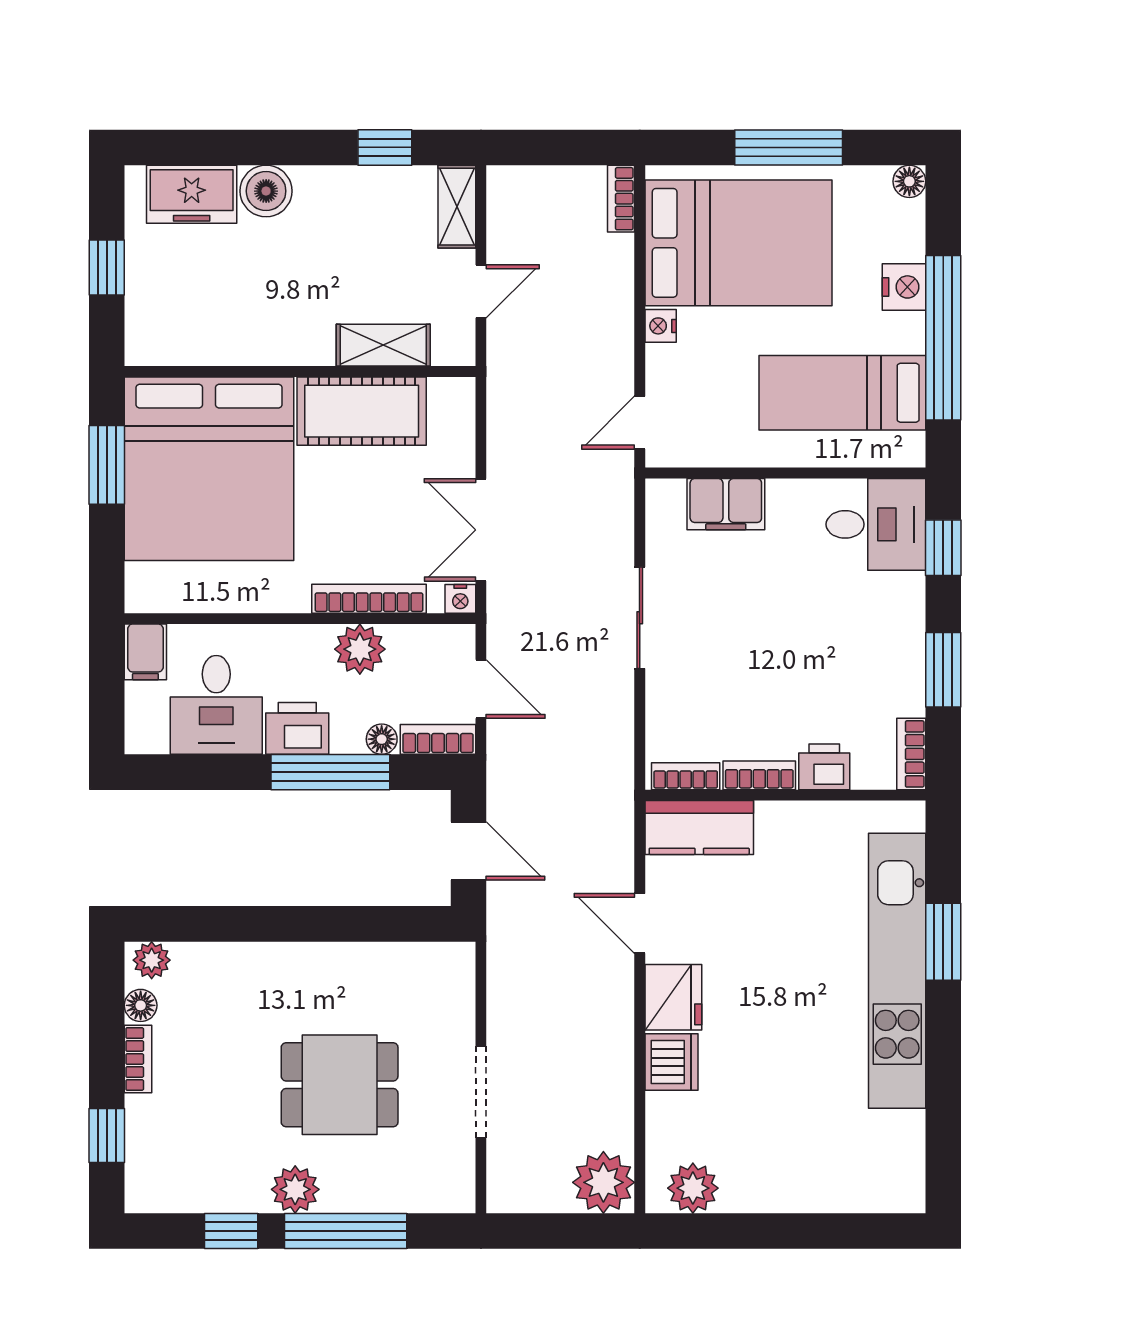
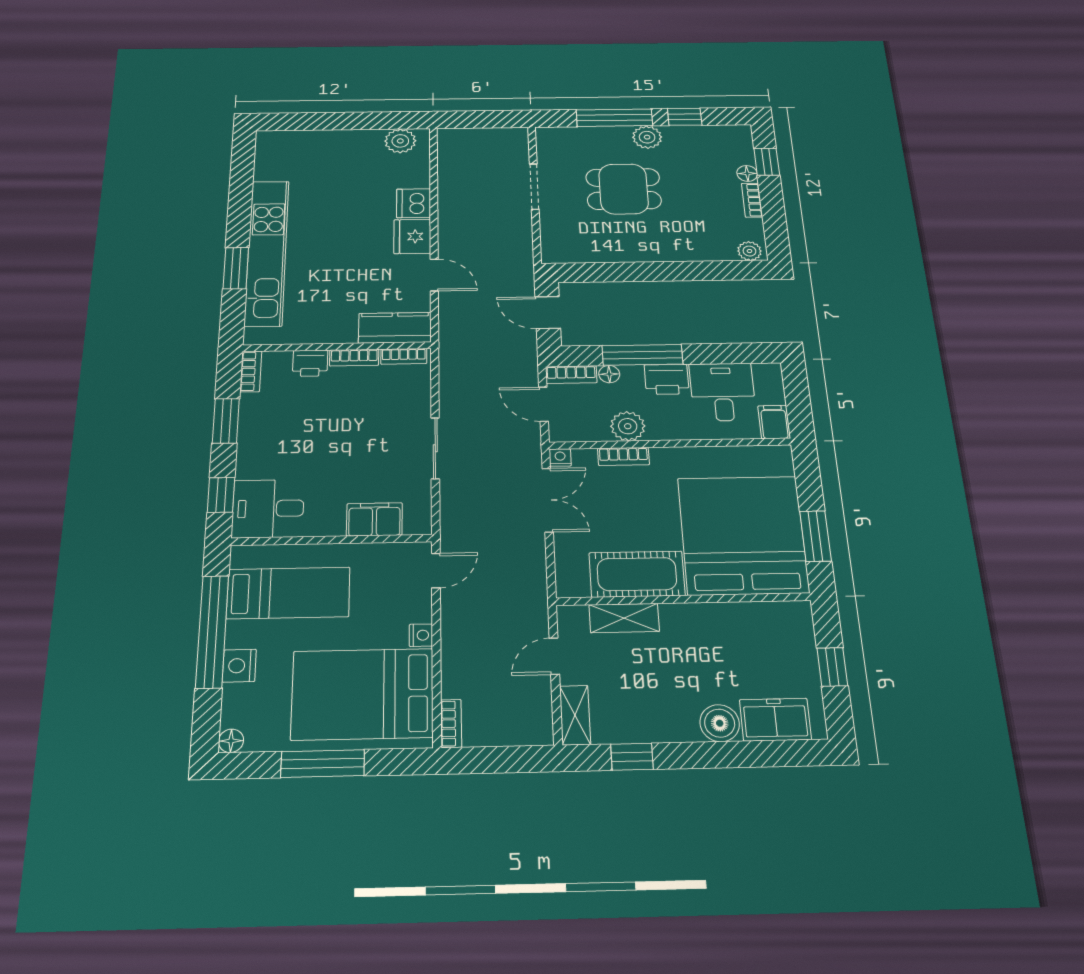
bookcase: (369, 599) -> (623, 456), width x0.64
floor lamp: (141, 1005) -> (747, 173), moved
plant: (603, 1182) -> (456, 143), removed

